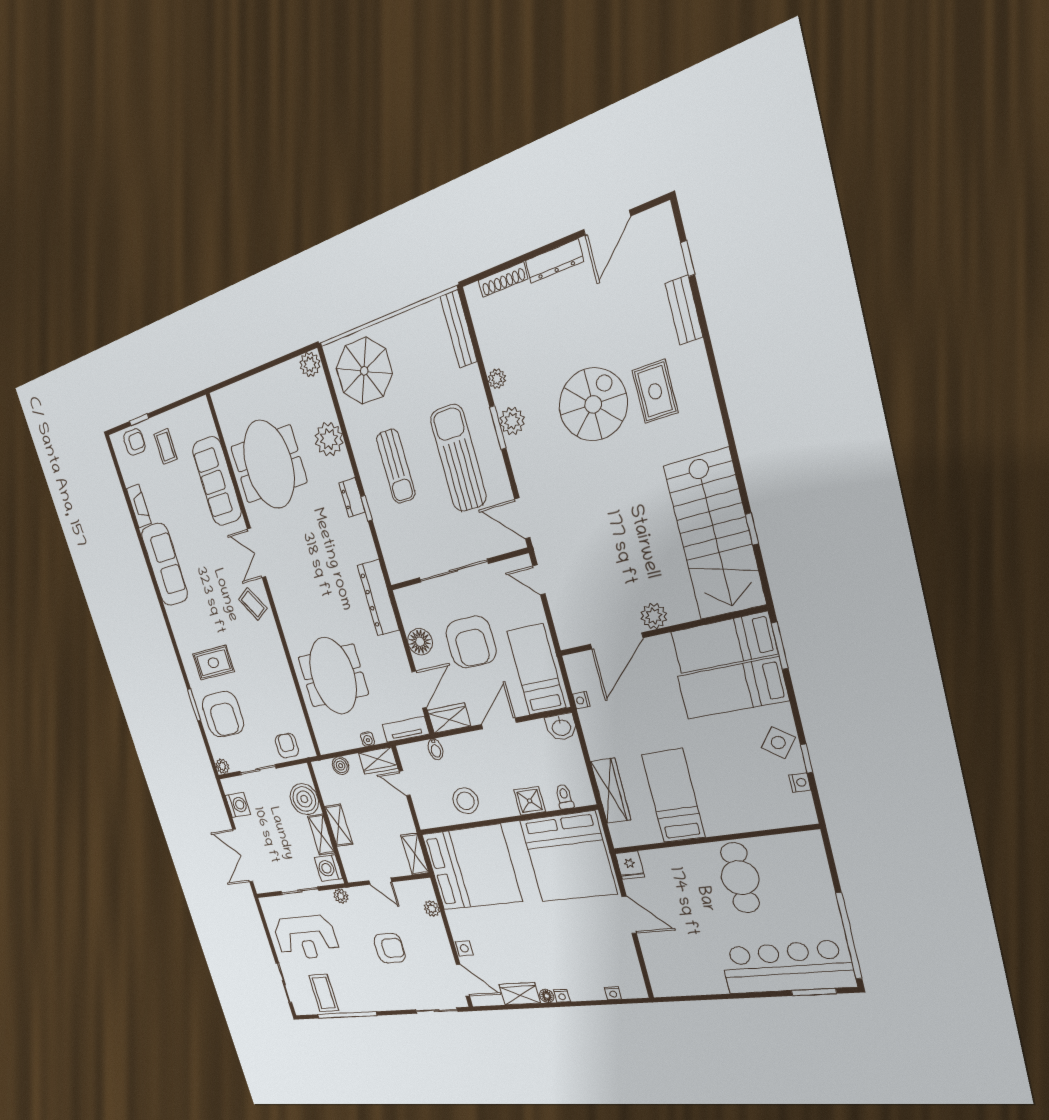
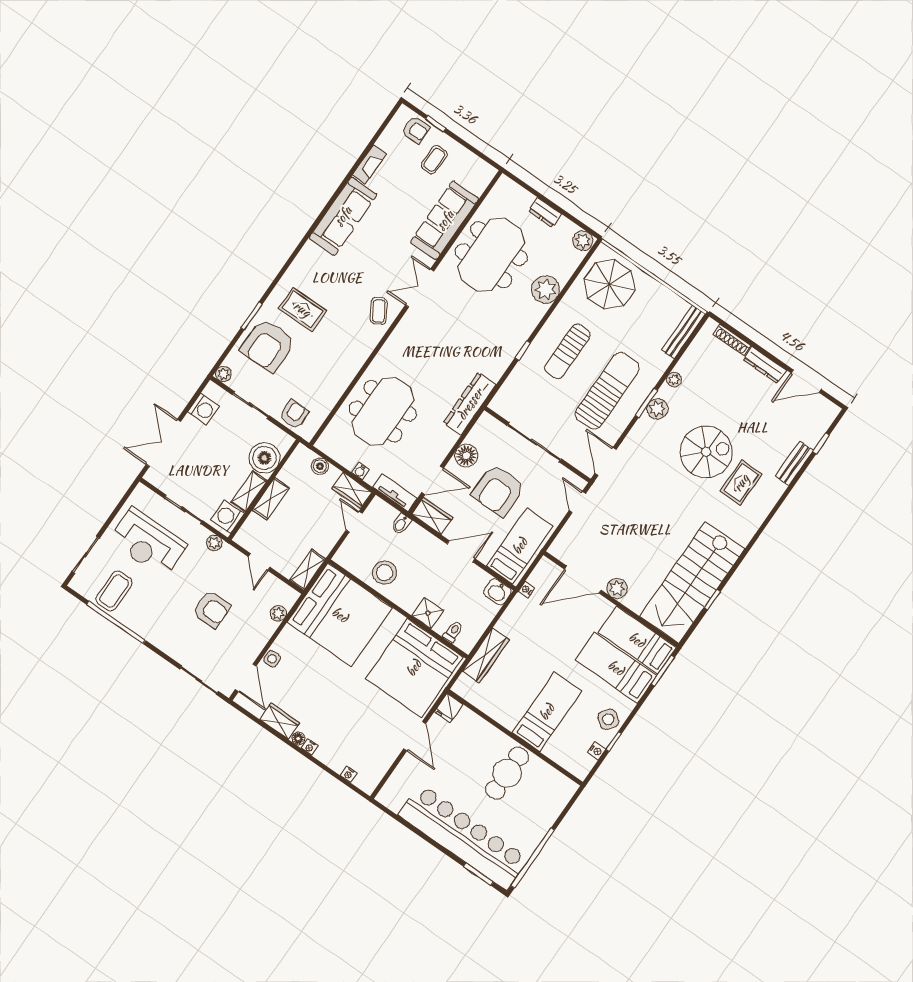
dresser: (352, 497) -> (545, 212), moved, turned -90
bed: (673, 796) -> (547, 712), moved
bar counter: (787, 967) -> (463, 837), width x1.36

